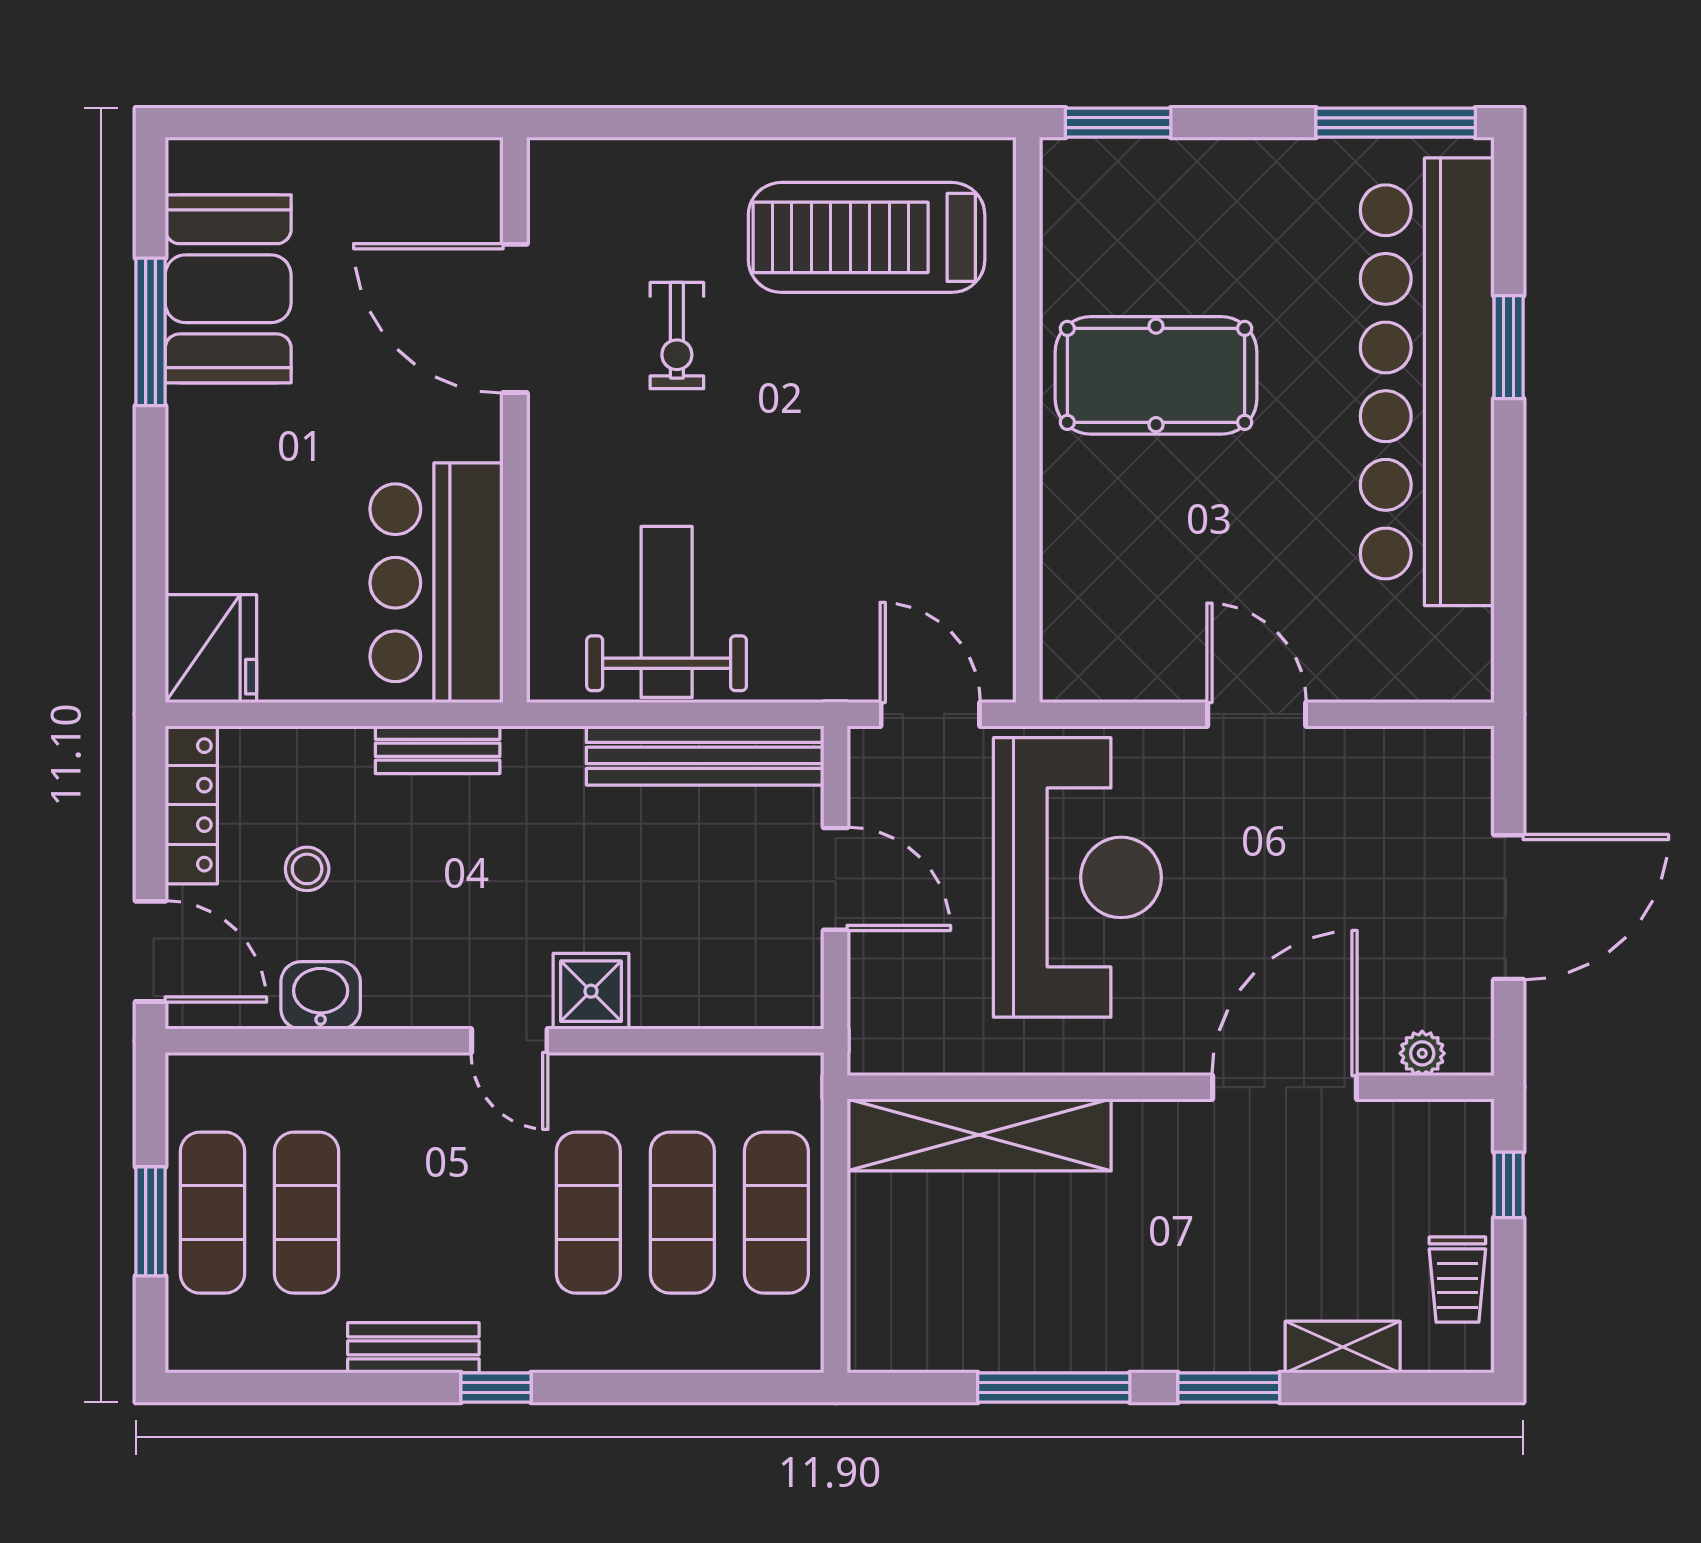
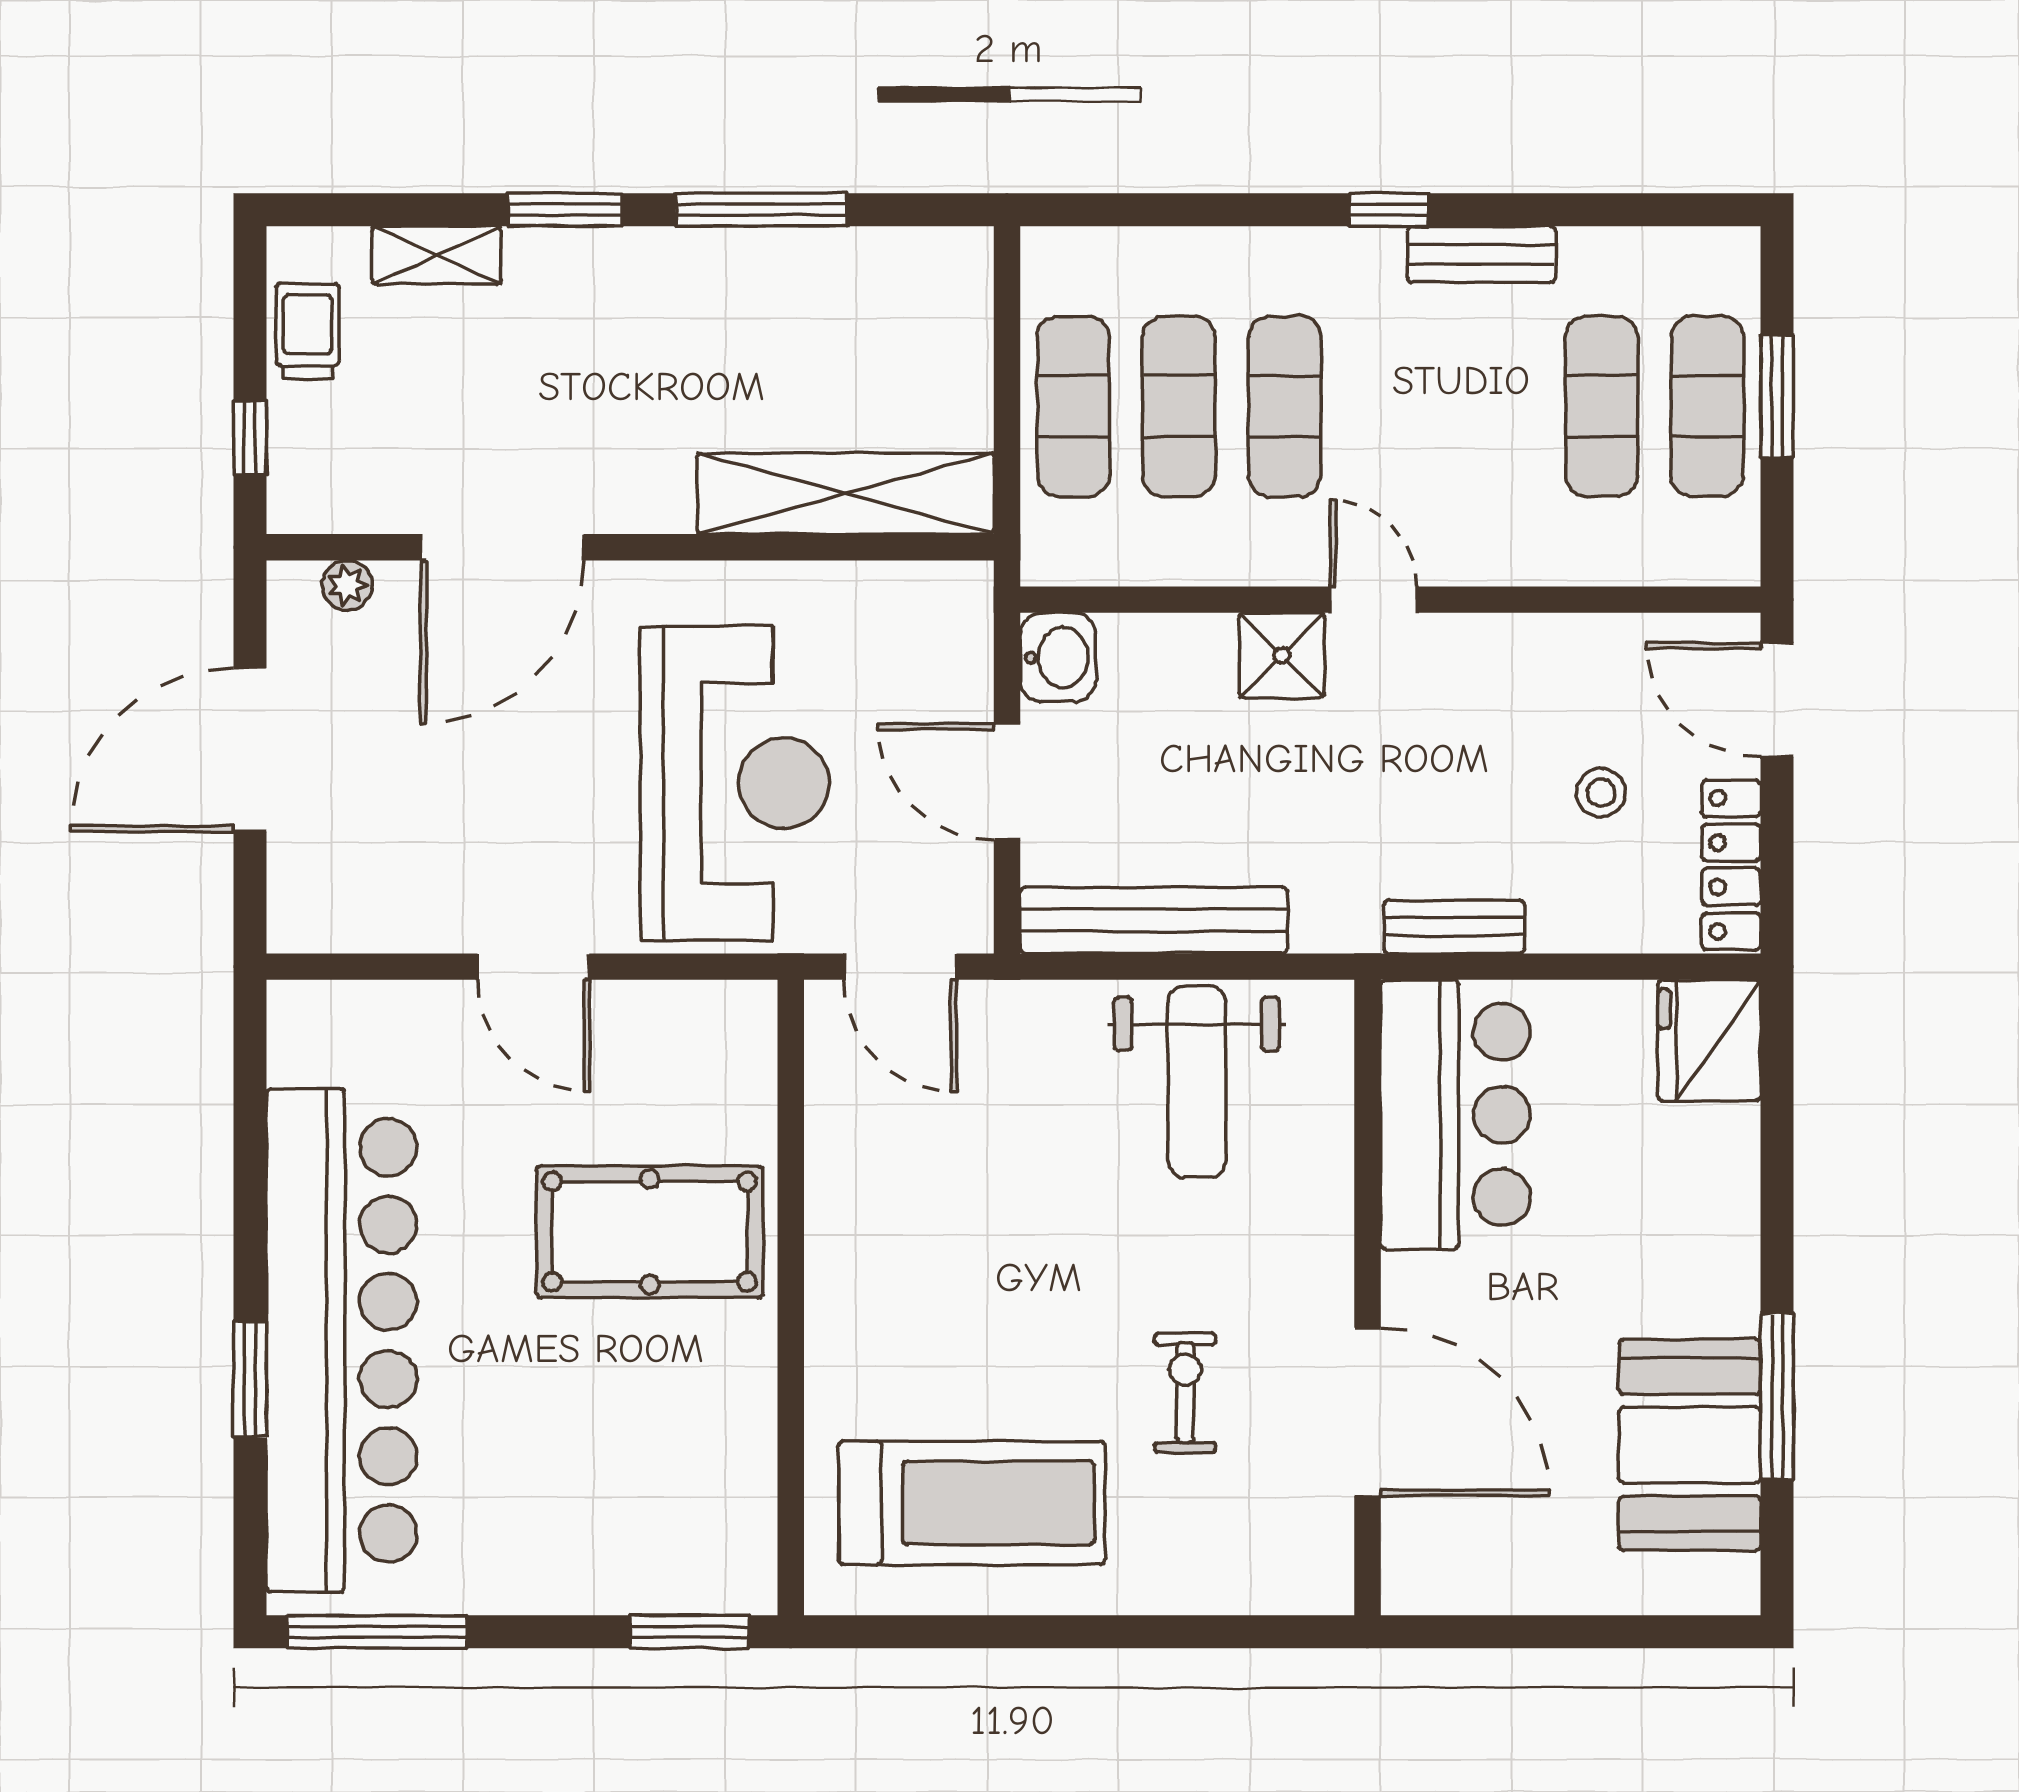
pool table: (1156, 375) -> (650, 1232), moved
reception desk: (1077, 877) -> (735, 783), turned 180
washbasin: (321, 995) -> (1058, 657), moved, turned -90

